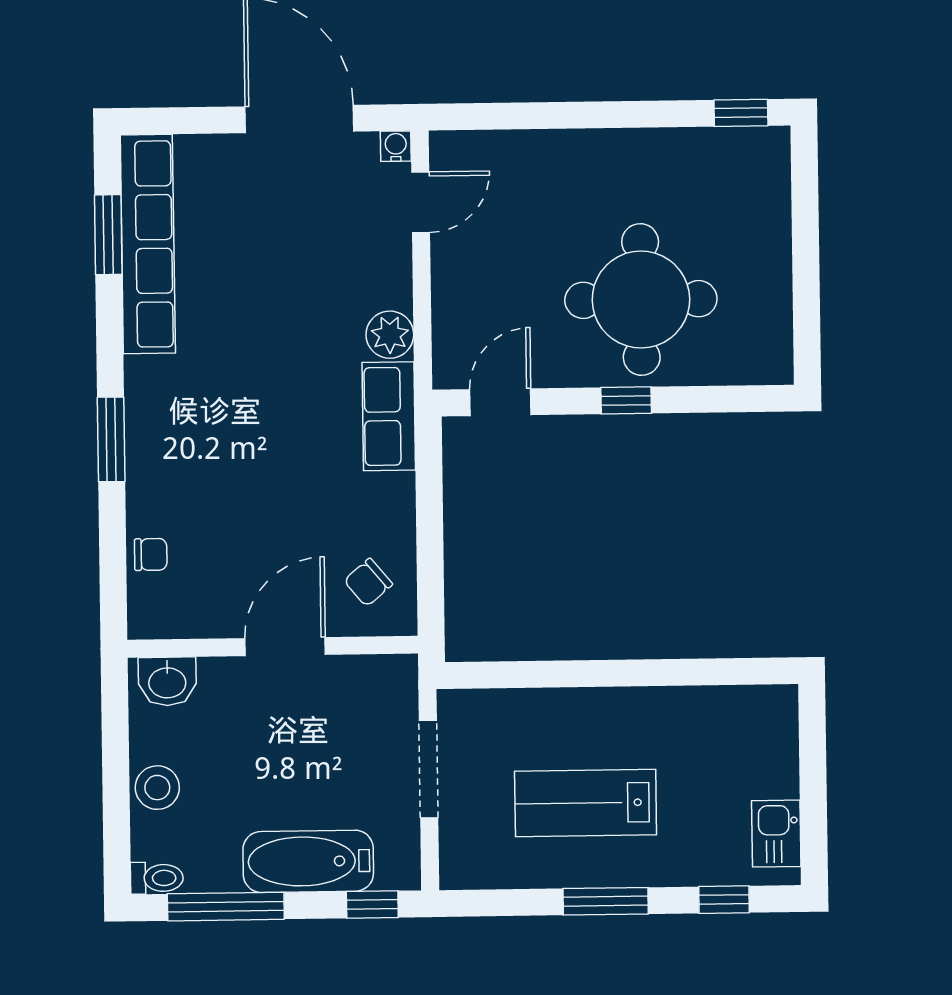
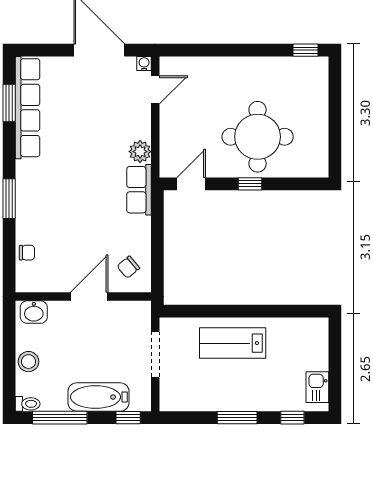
lab bench: (586, 803) -> (233, 343), moved

